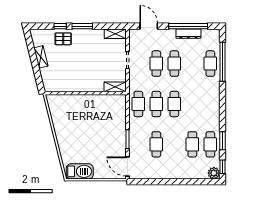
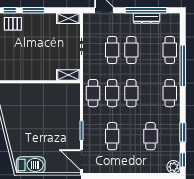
window: (223, 62) -> (183, 66), moved
cafe table: (210, 144) -> (170, 93), moved

